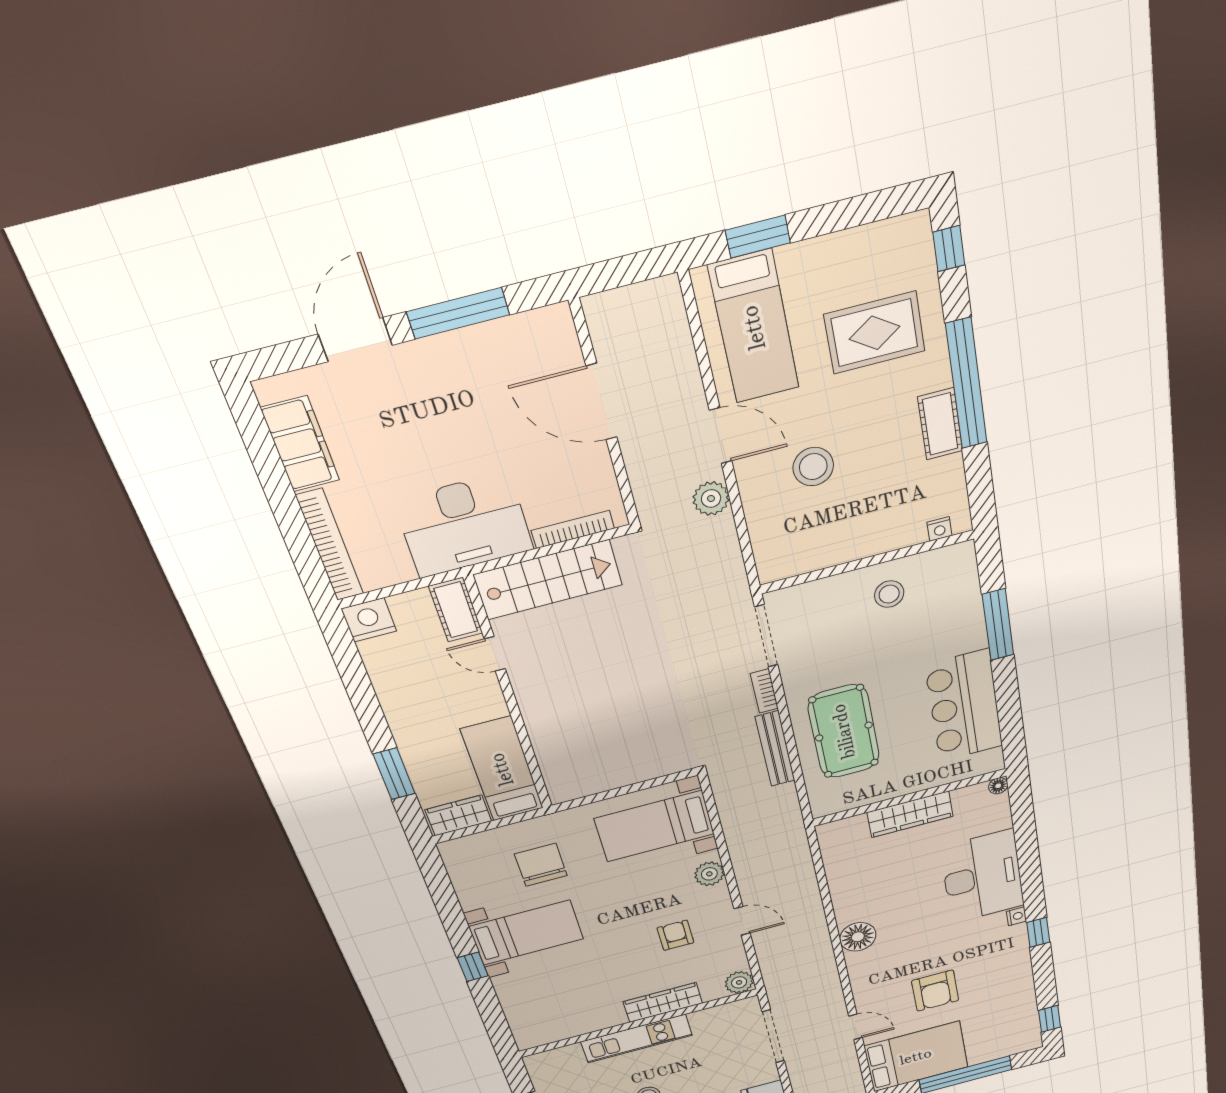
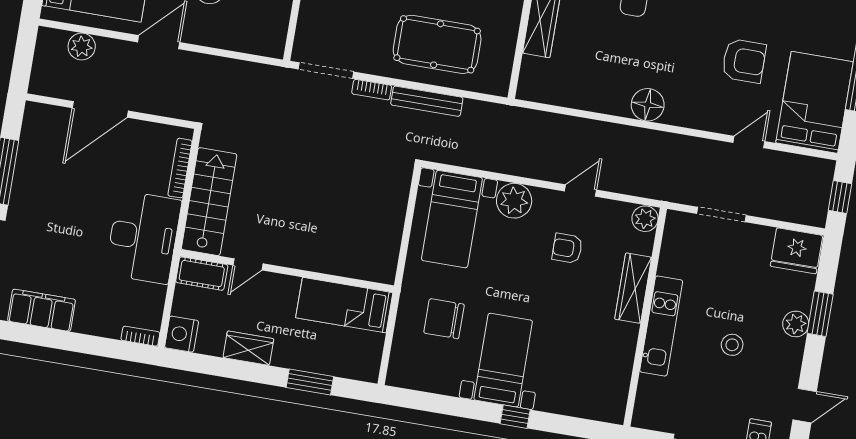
plant: (711, 498) -> (82, 47), moved
bookcase: (330, 545) -> (140, 336), width x0.43, depth x0.76
wardrobe: (458, 815) -> (248, 348), moved, turned 90
plant: (709, 874) -> (514, 201), width x1.36, depth x1.36
doorway: (773, 1036) -> (722, 214), width x0.73

